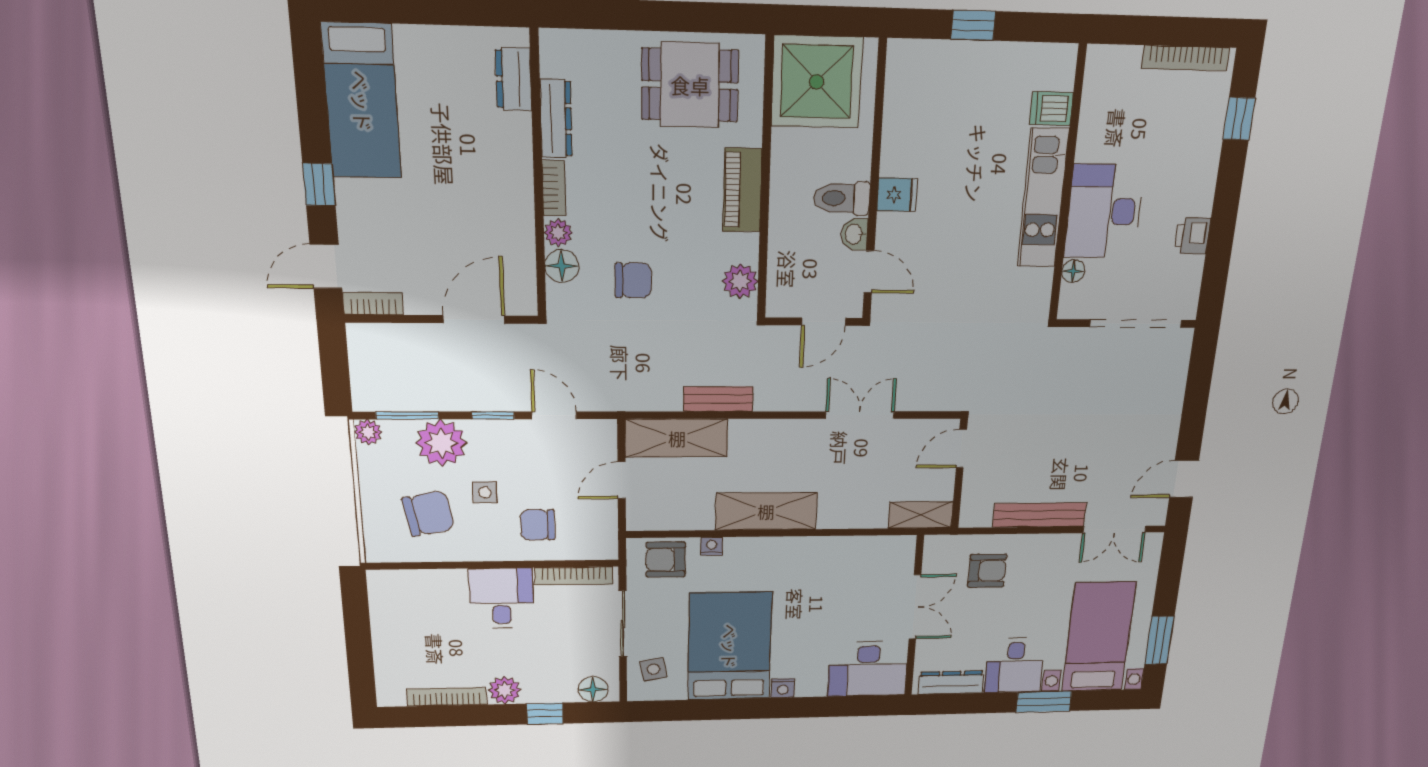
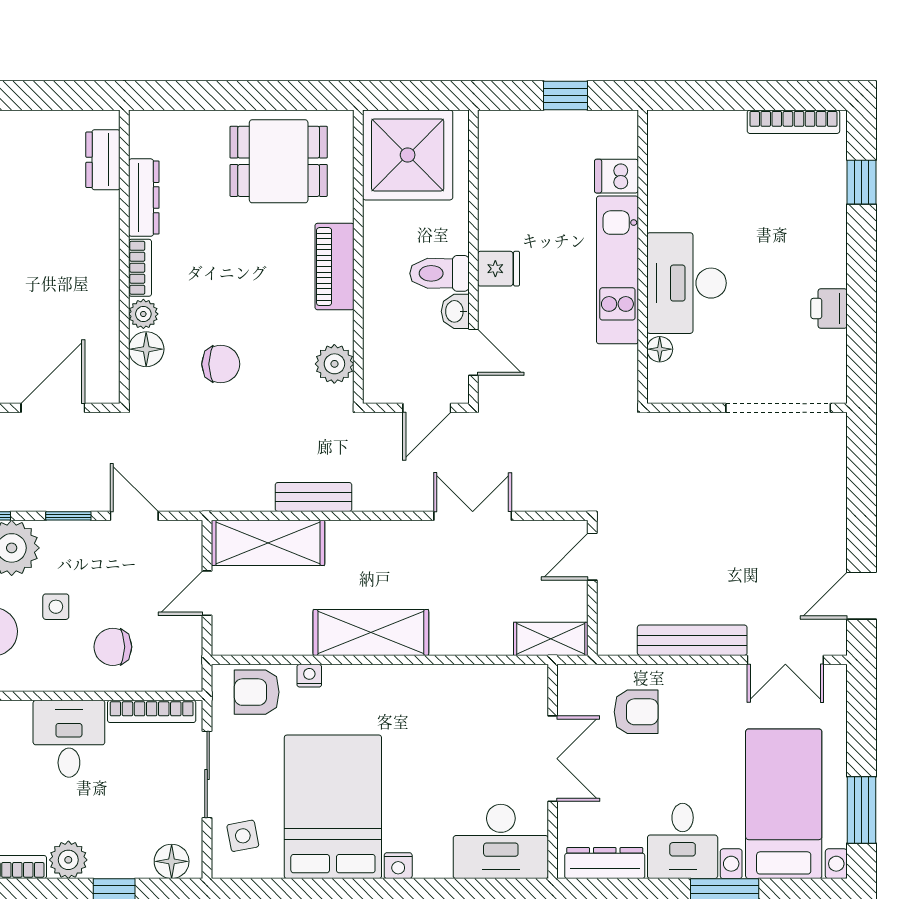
dishwasher: (1051, 108) -> (616, 176), moved
wall: (1067, 186) -> (643, 257), moved
kitchen unit: (1043, 198) -> (617, 270), moved
desk: (1104, 211) -> (687, 283), moved
floor lamp: (1073, 271) -> (660, 349), moved

